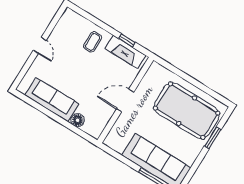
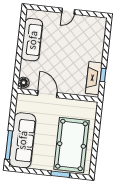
coffee table: (93, 42) -> (90, 50), removed
door: (125, 100) -> (47, 94), moved
floor lamp: (78, 120) -> (24, 83), moved

